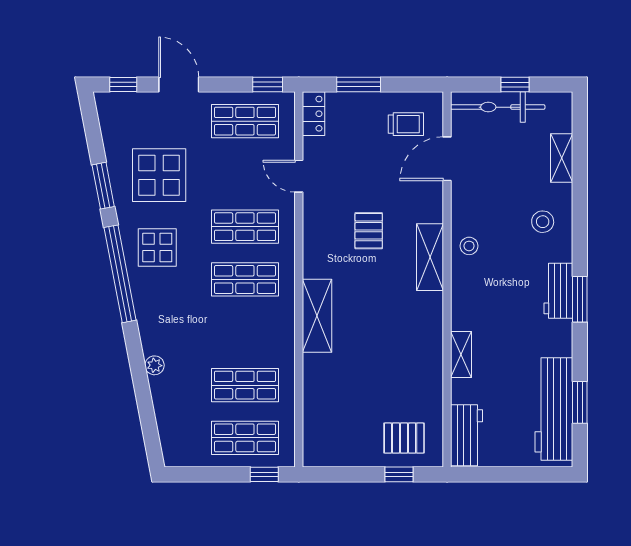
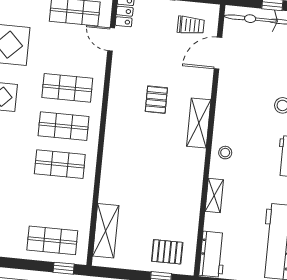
door: (299, 176) -> (111, 39), moved
stool: (469, 246) -> (225, 153), moved
shelving: (317, 316) -> (106, 231), moved
shop shelf: (245, 385) -> (60, 164), moved

